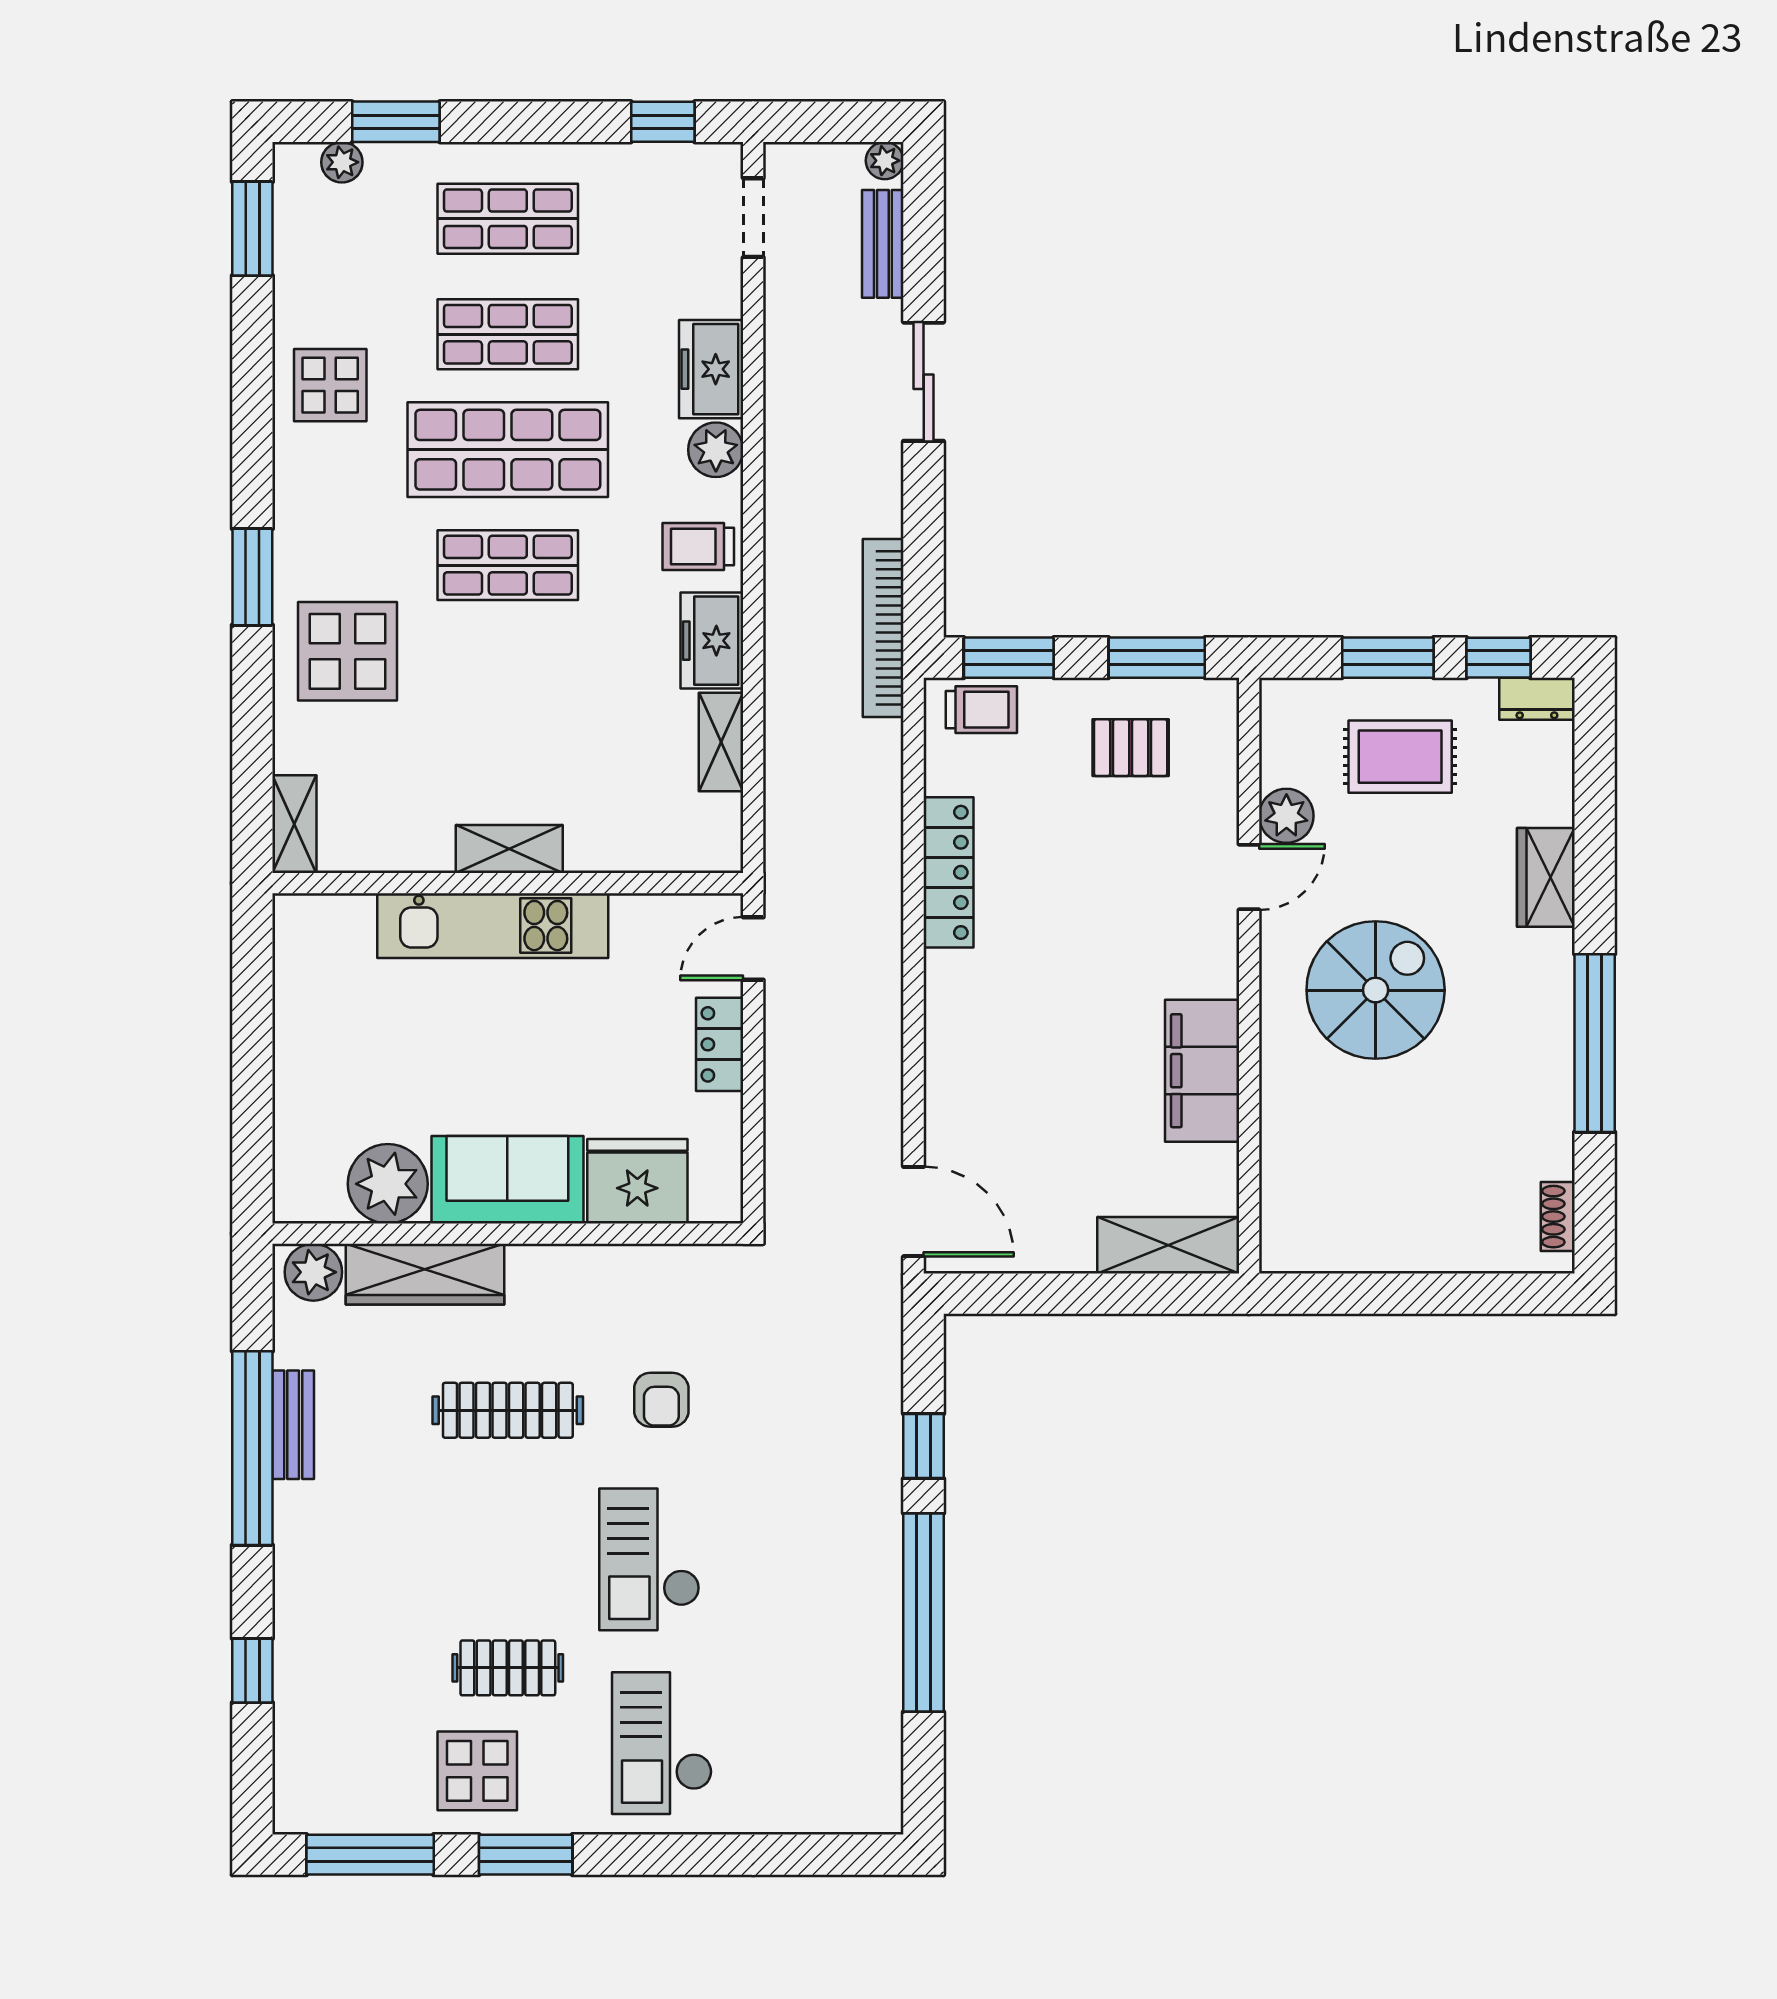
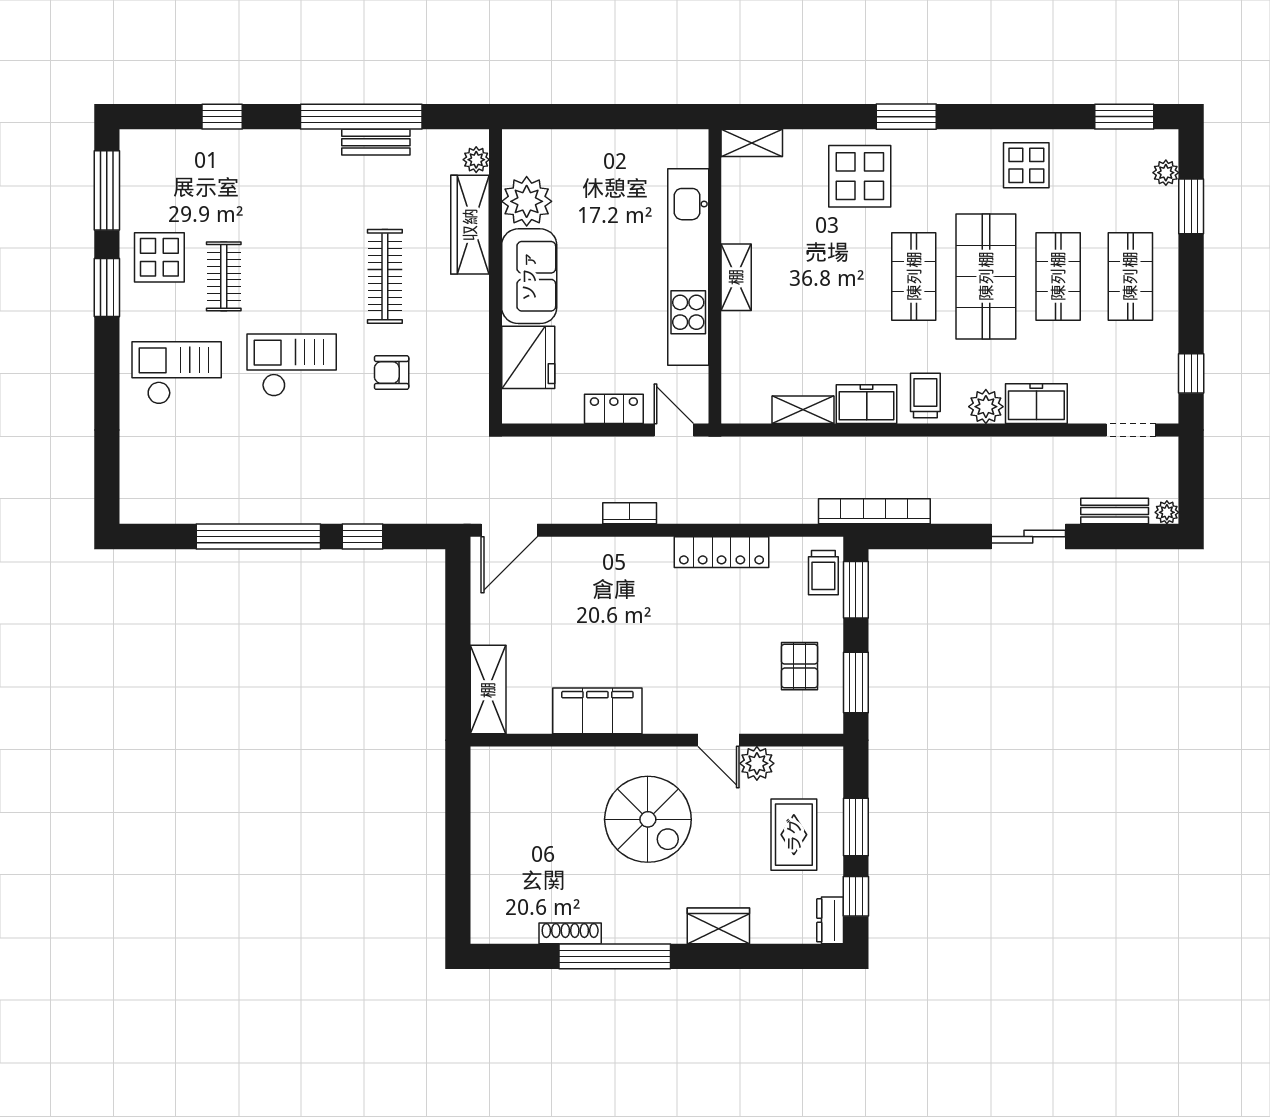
kitchen unit: (493, 926) -> (688, 267), width x1.36
bookcase: (886, 1019) -> (630, 513), added
shoe rack: (1558, 1217) -> (570, 933), moved, width x1.43
plant: (313, 1272) -> (476, 160), width x0.73, depth x0.73

